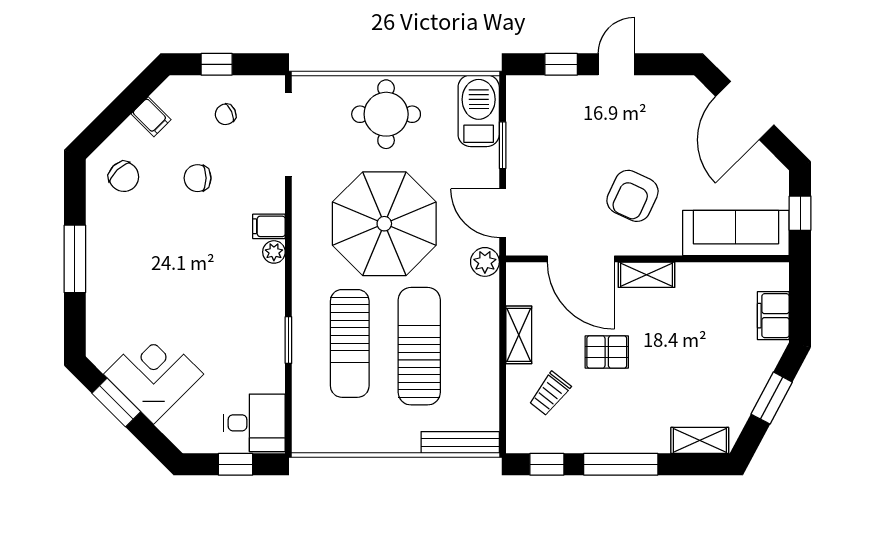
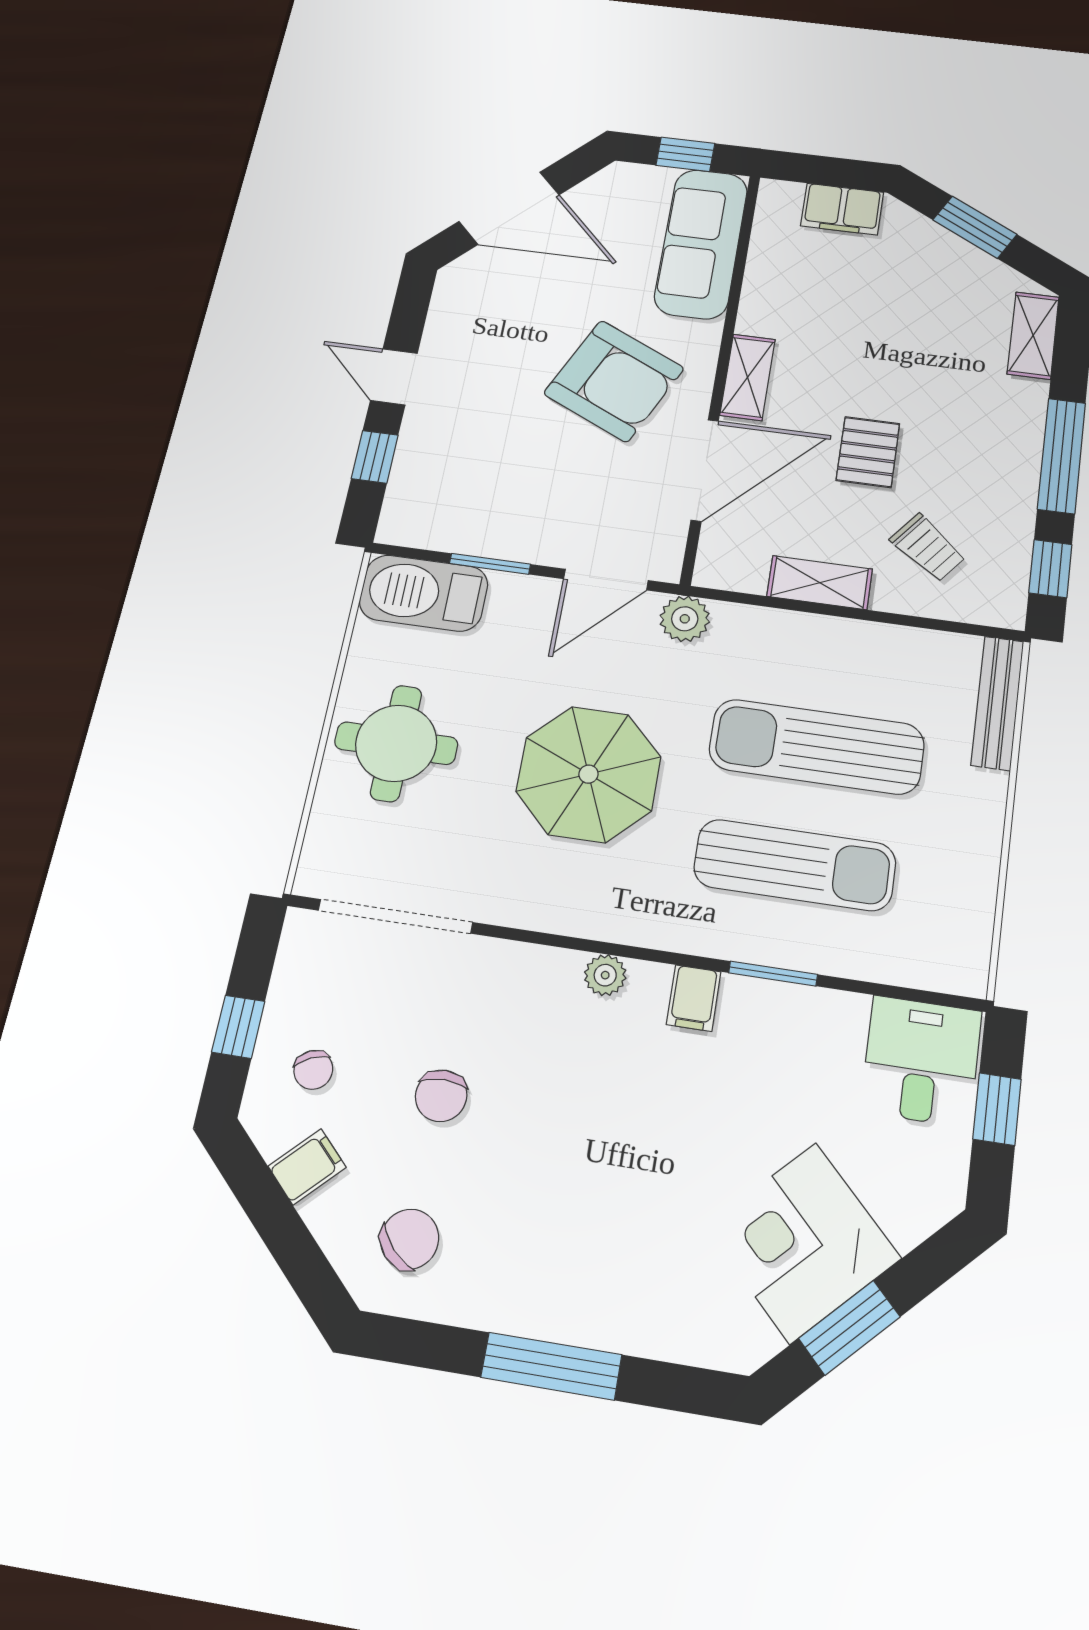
chair: (226, 114) -> (313, 1070), moved
armchair: (632, 196) -> (614, 381), width x1.36, depth x1.36
parasol: (384, 224) -> (588, 774), width x0.73, depth x0.73
filing cabinet: (269, 226) -> (694, 998), moved

